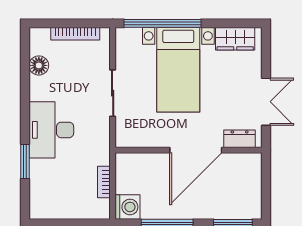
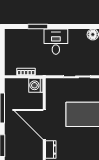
desk: (51, 130) -> (56, 42), width x0.73
washing machine: (127, 207) -> (36, 85), moved, turned 90

